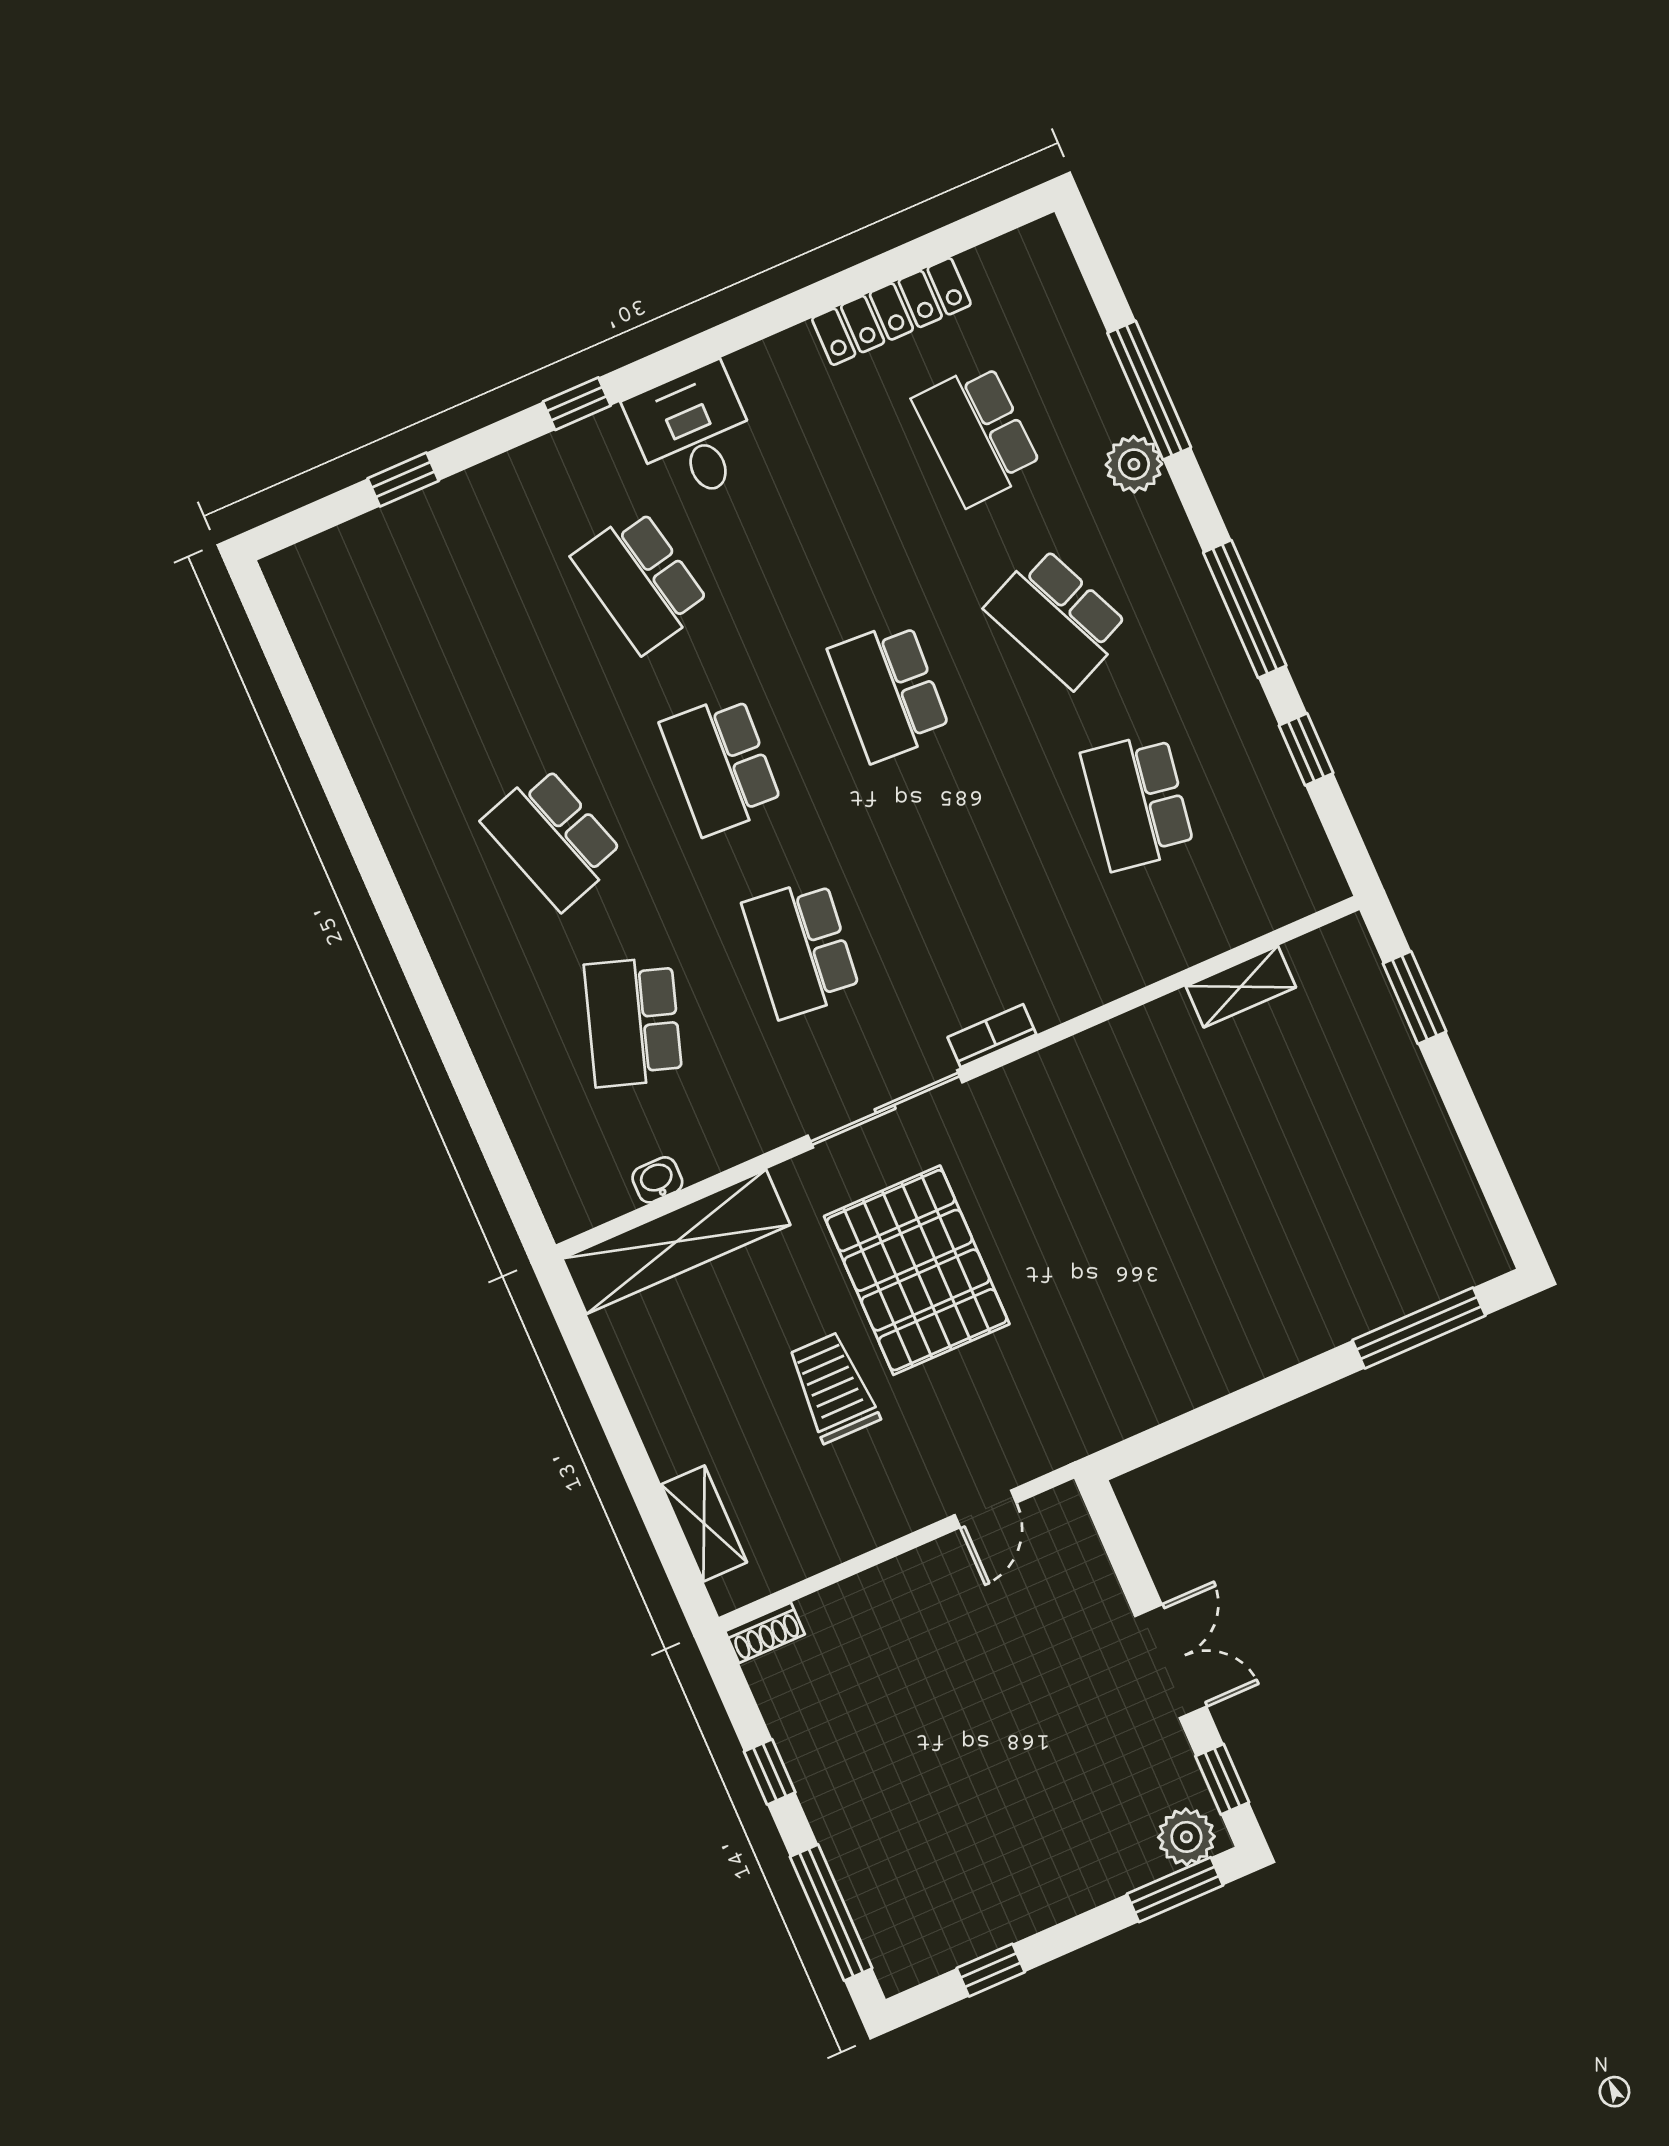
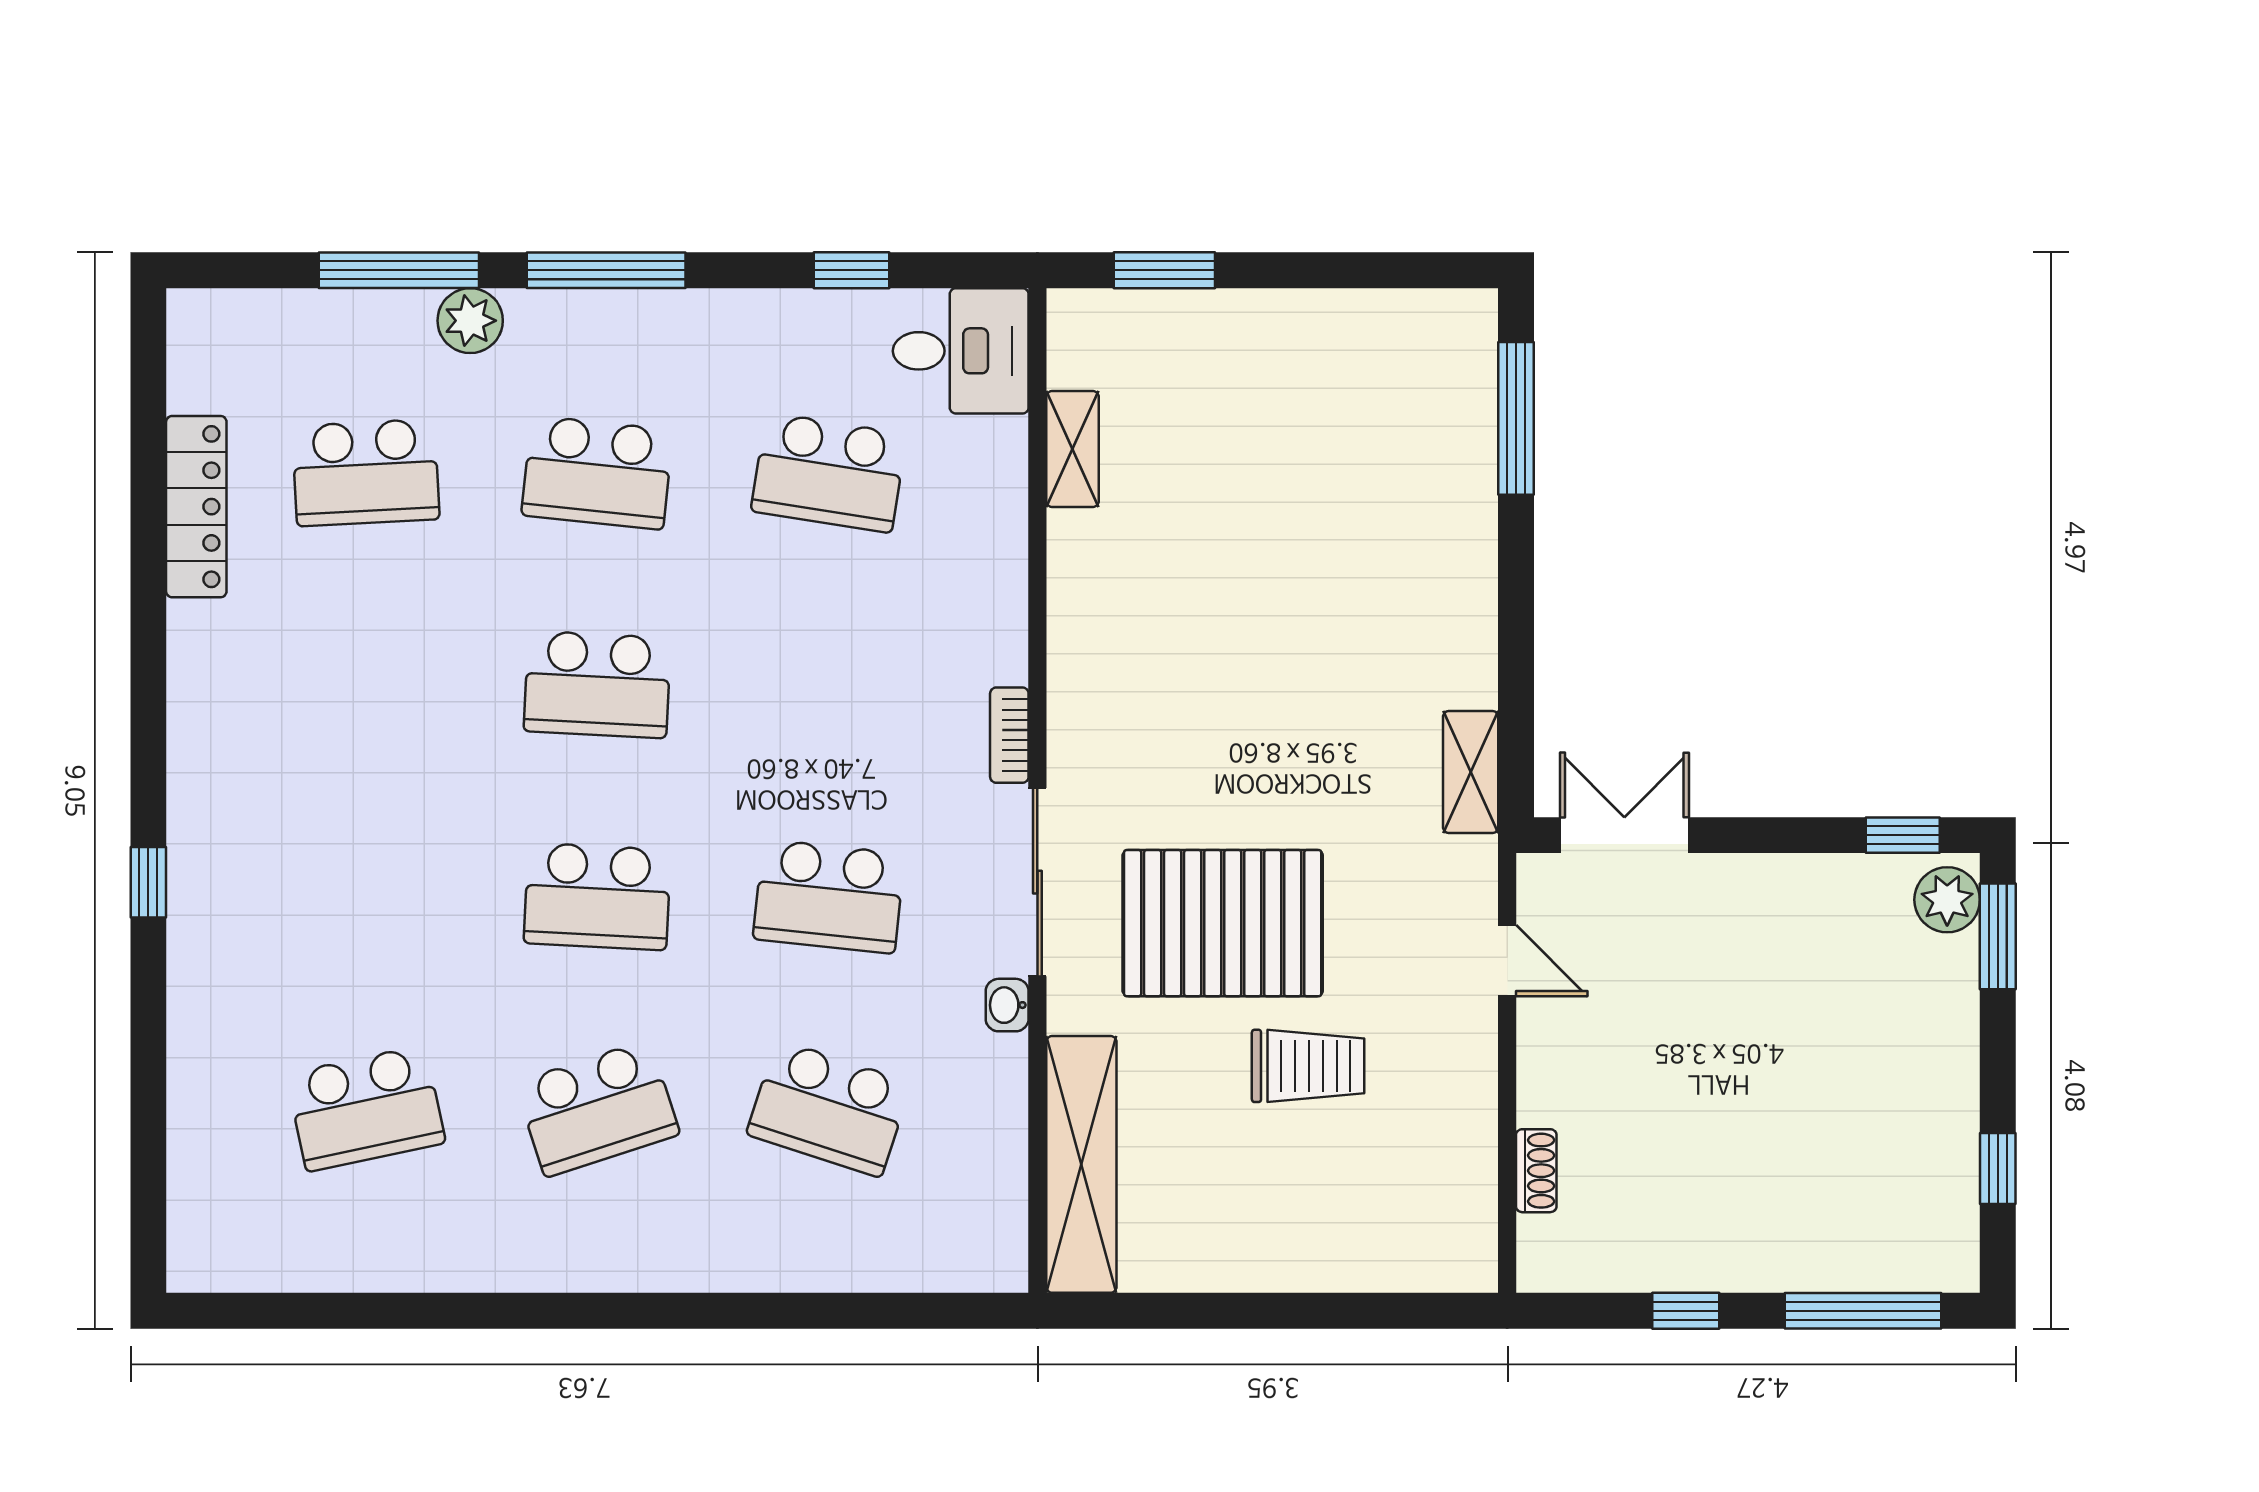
desk: (693, 434) -> (961, 351), moved, turned 180
window: (403, 480) -> (148, 1101), removed
school desk: (641, 581) -> (366, 1108), moved
window: (1245, 609) -> (606, 270), moved
school desk: (1057, 618) -> (597, 473), turned 30
washbasin: (657, 1180) -> (1007, 1005), moved
trolley: (833, 1387) -> (1308, 1066), turned 180
shelving: (704, 1523) -> (1471, 772), moved, turned 90
shoe rack: (765, 1633) -> (1536, 1171), moved
double door: (1171, 1661) -> (1624, 835), moved

